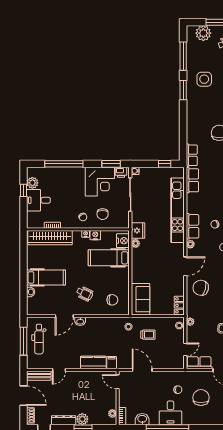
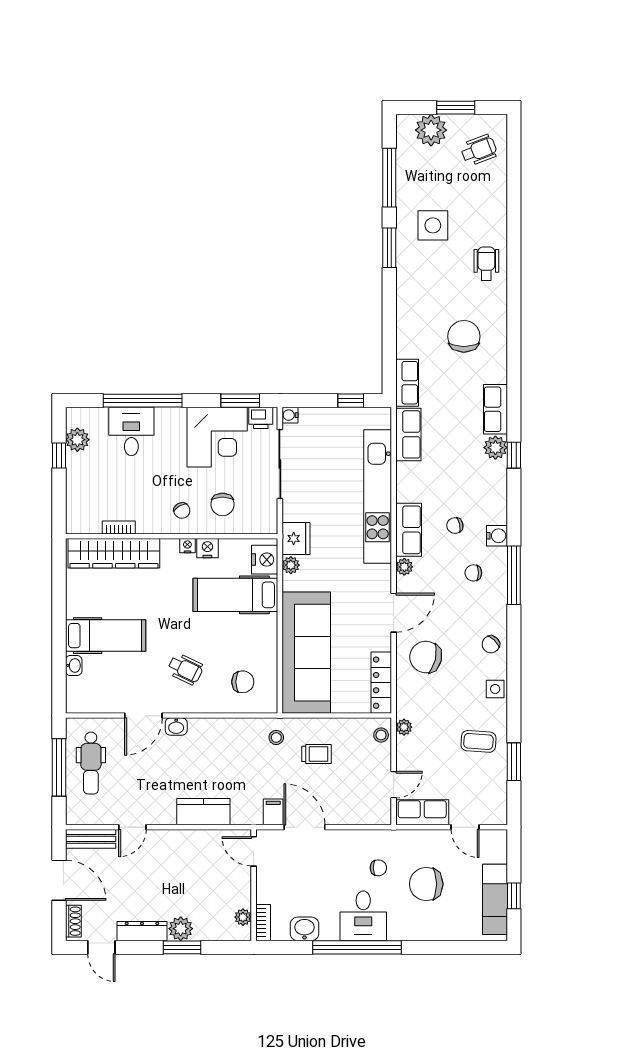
desk: (38, 200) -> (131, 431), moved, turned 90
sofa: (140, 299) -> (306, 653), width x1.85, depth x1.27
locker: (179, 305) -> (381, 683), width x1.53
filing cabinet: (112, 363) -> (273, 812), moved
chair: (201, 398) -> (426, 884), turned -90

